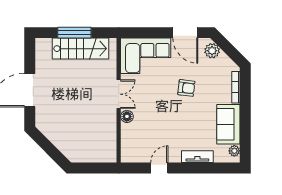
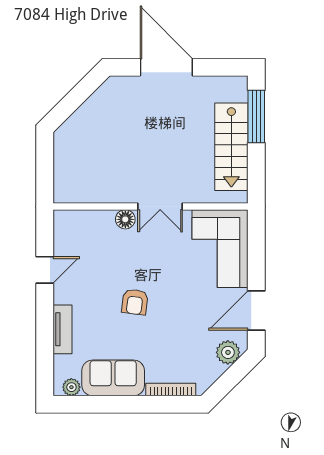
window: (74, 33) -> (256, 116), moved
armchair: (186, 88) -> (135, 302), moved
door: (159, 168) -> (45, 270), hinge flipped

